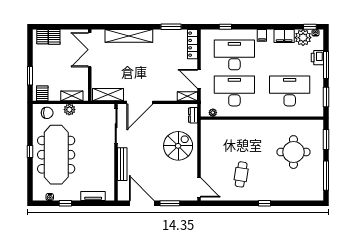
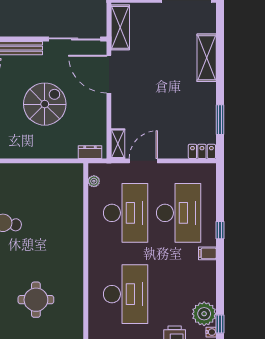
window: (225, 27) -> (220, 230), moved
shelving: (129, 36) -> (207, 58), width x0.68
filing cabinet: (284, 36) -> (206, 286), removed
locker: (193, 44) -> (202, 151), width x0.66
spiral stairs: (178, 146) -> (45, 104), moved, turned -90
round table: (293, 152) -> (36, 300), width x0.73, depth x0.73

